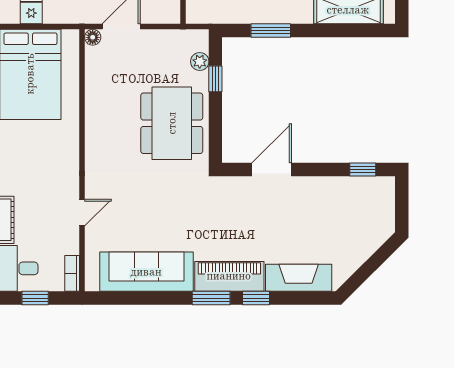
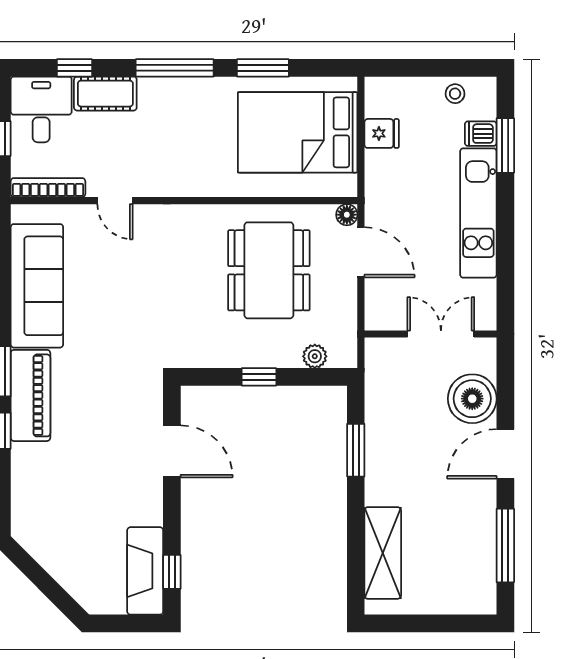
window: (215, 79) -> (259, 377), moved
dining table: (172, 123) -> (269, 270), moved, turned 90
bookcase: (72, 273) -> (48, 188), width x1.56
fireplace: (299, 278) -> (145, 571), moved, turned 180

